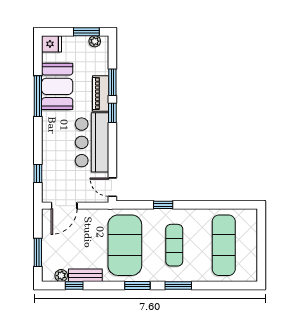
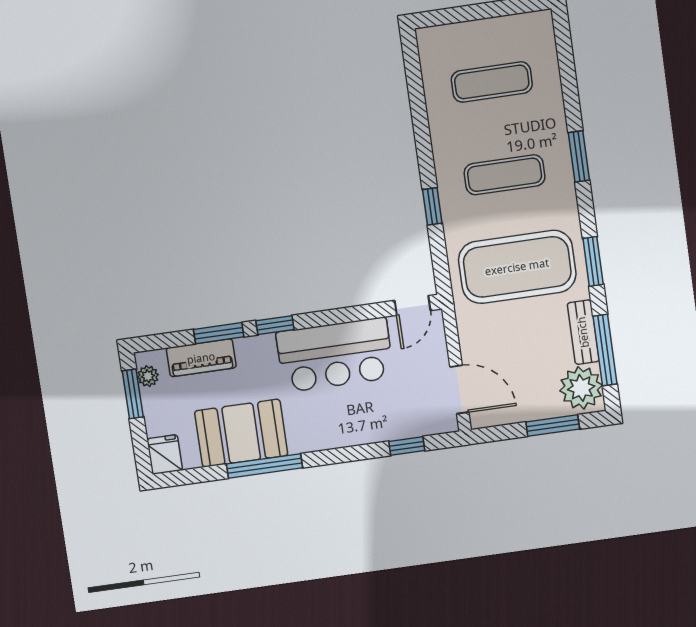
piano: (101, 93) -> (201, 358), moved
exercise mat: (224, 245) -> (492, 82), width x0.73, depth x0.69
plant: (61, 276) -> (581, 388), width x1.87, depth x1.87
window: (74, 285) -> (605, 350), width x2.17
window: (137, 285) -> (593, 261), moved

